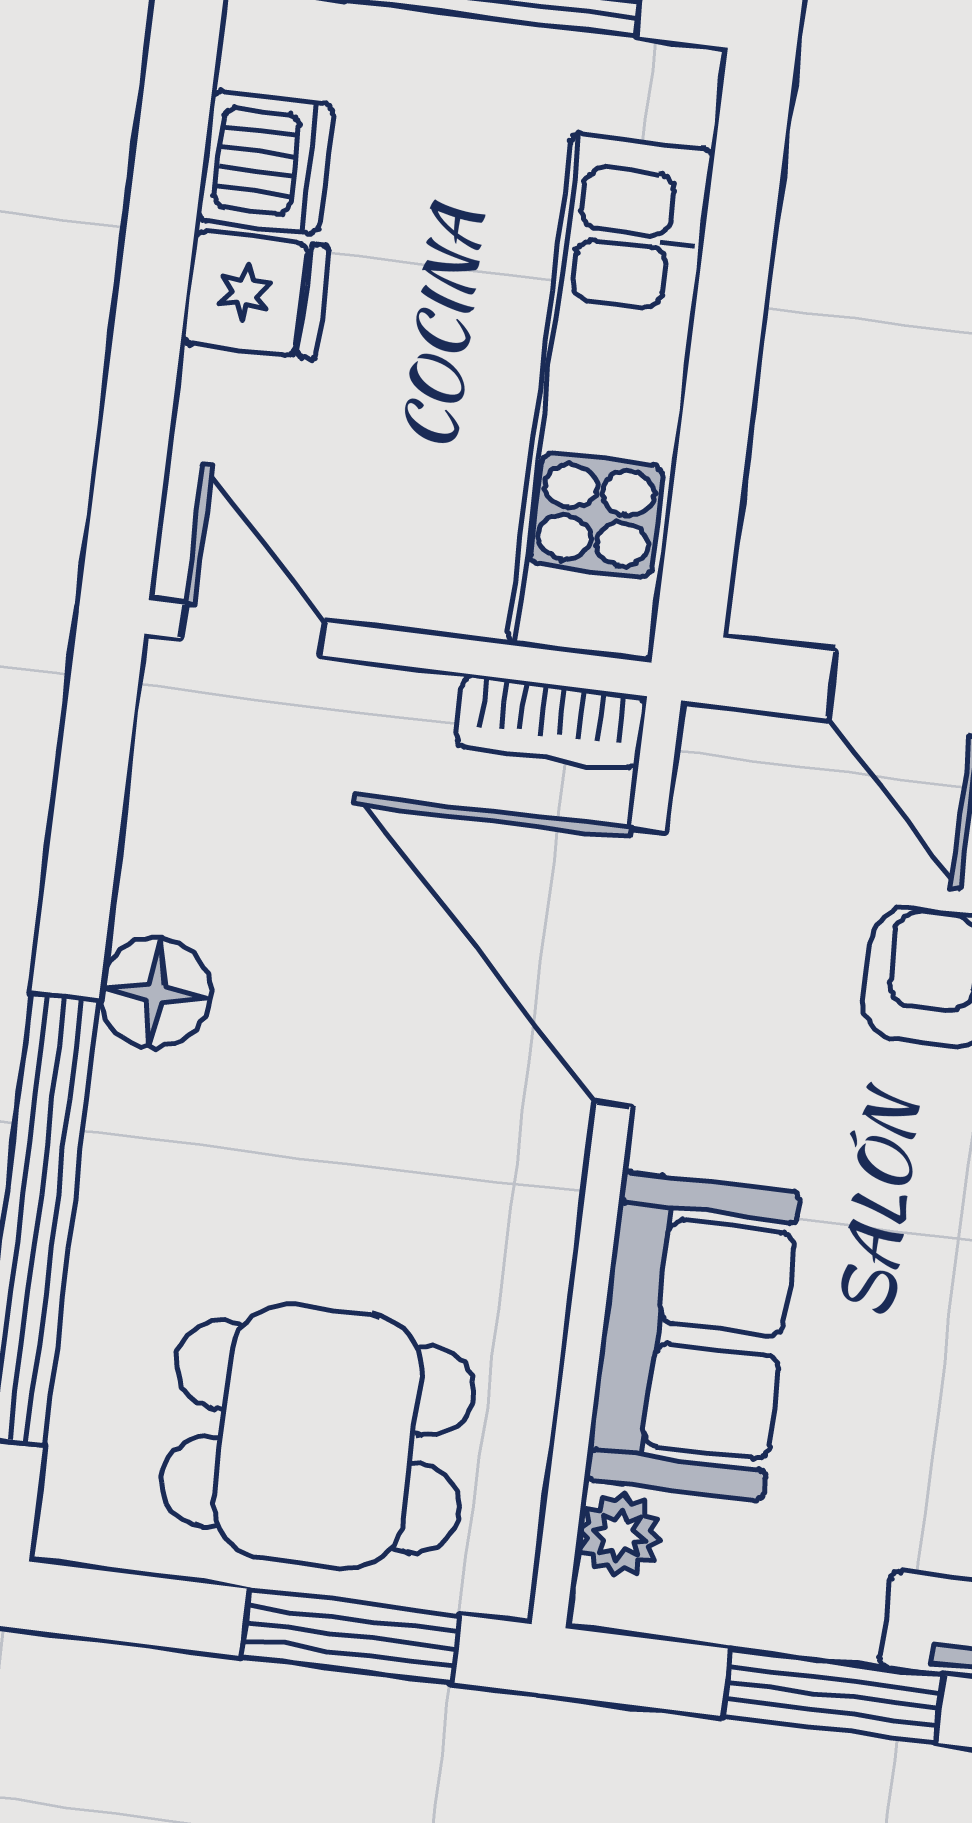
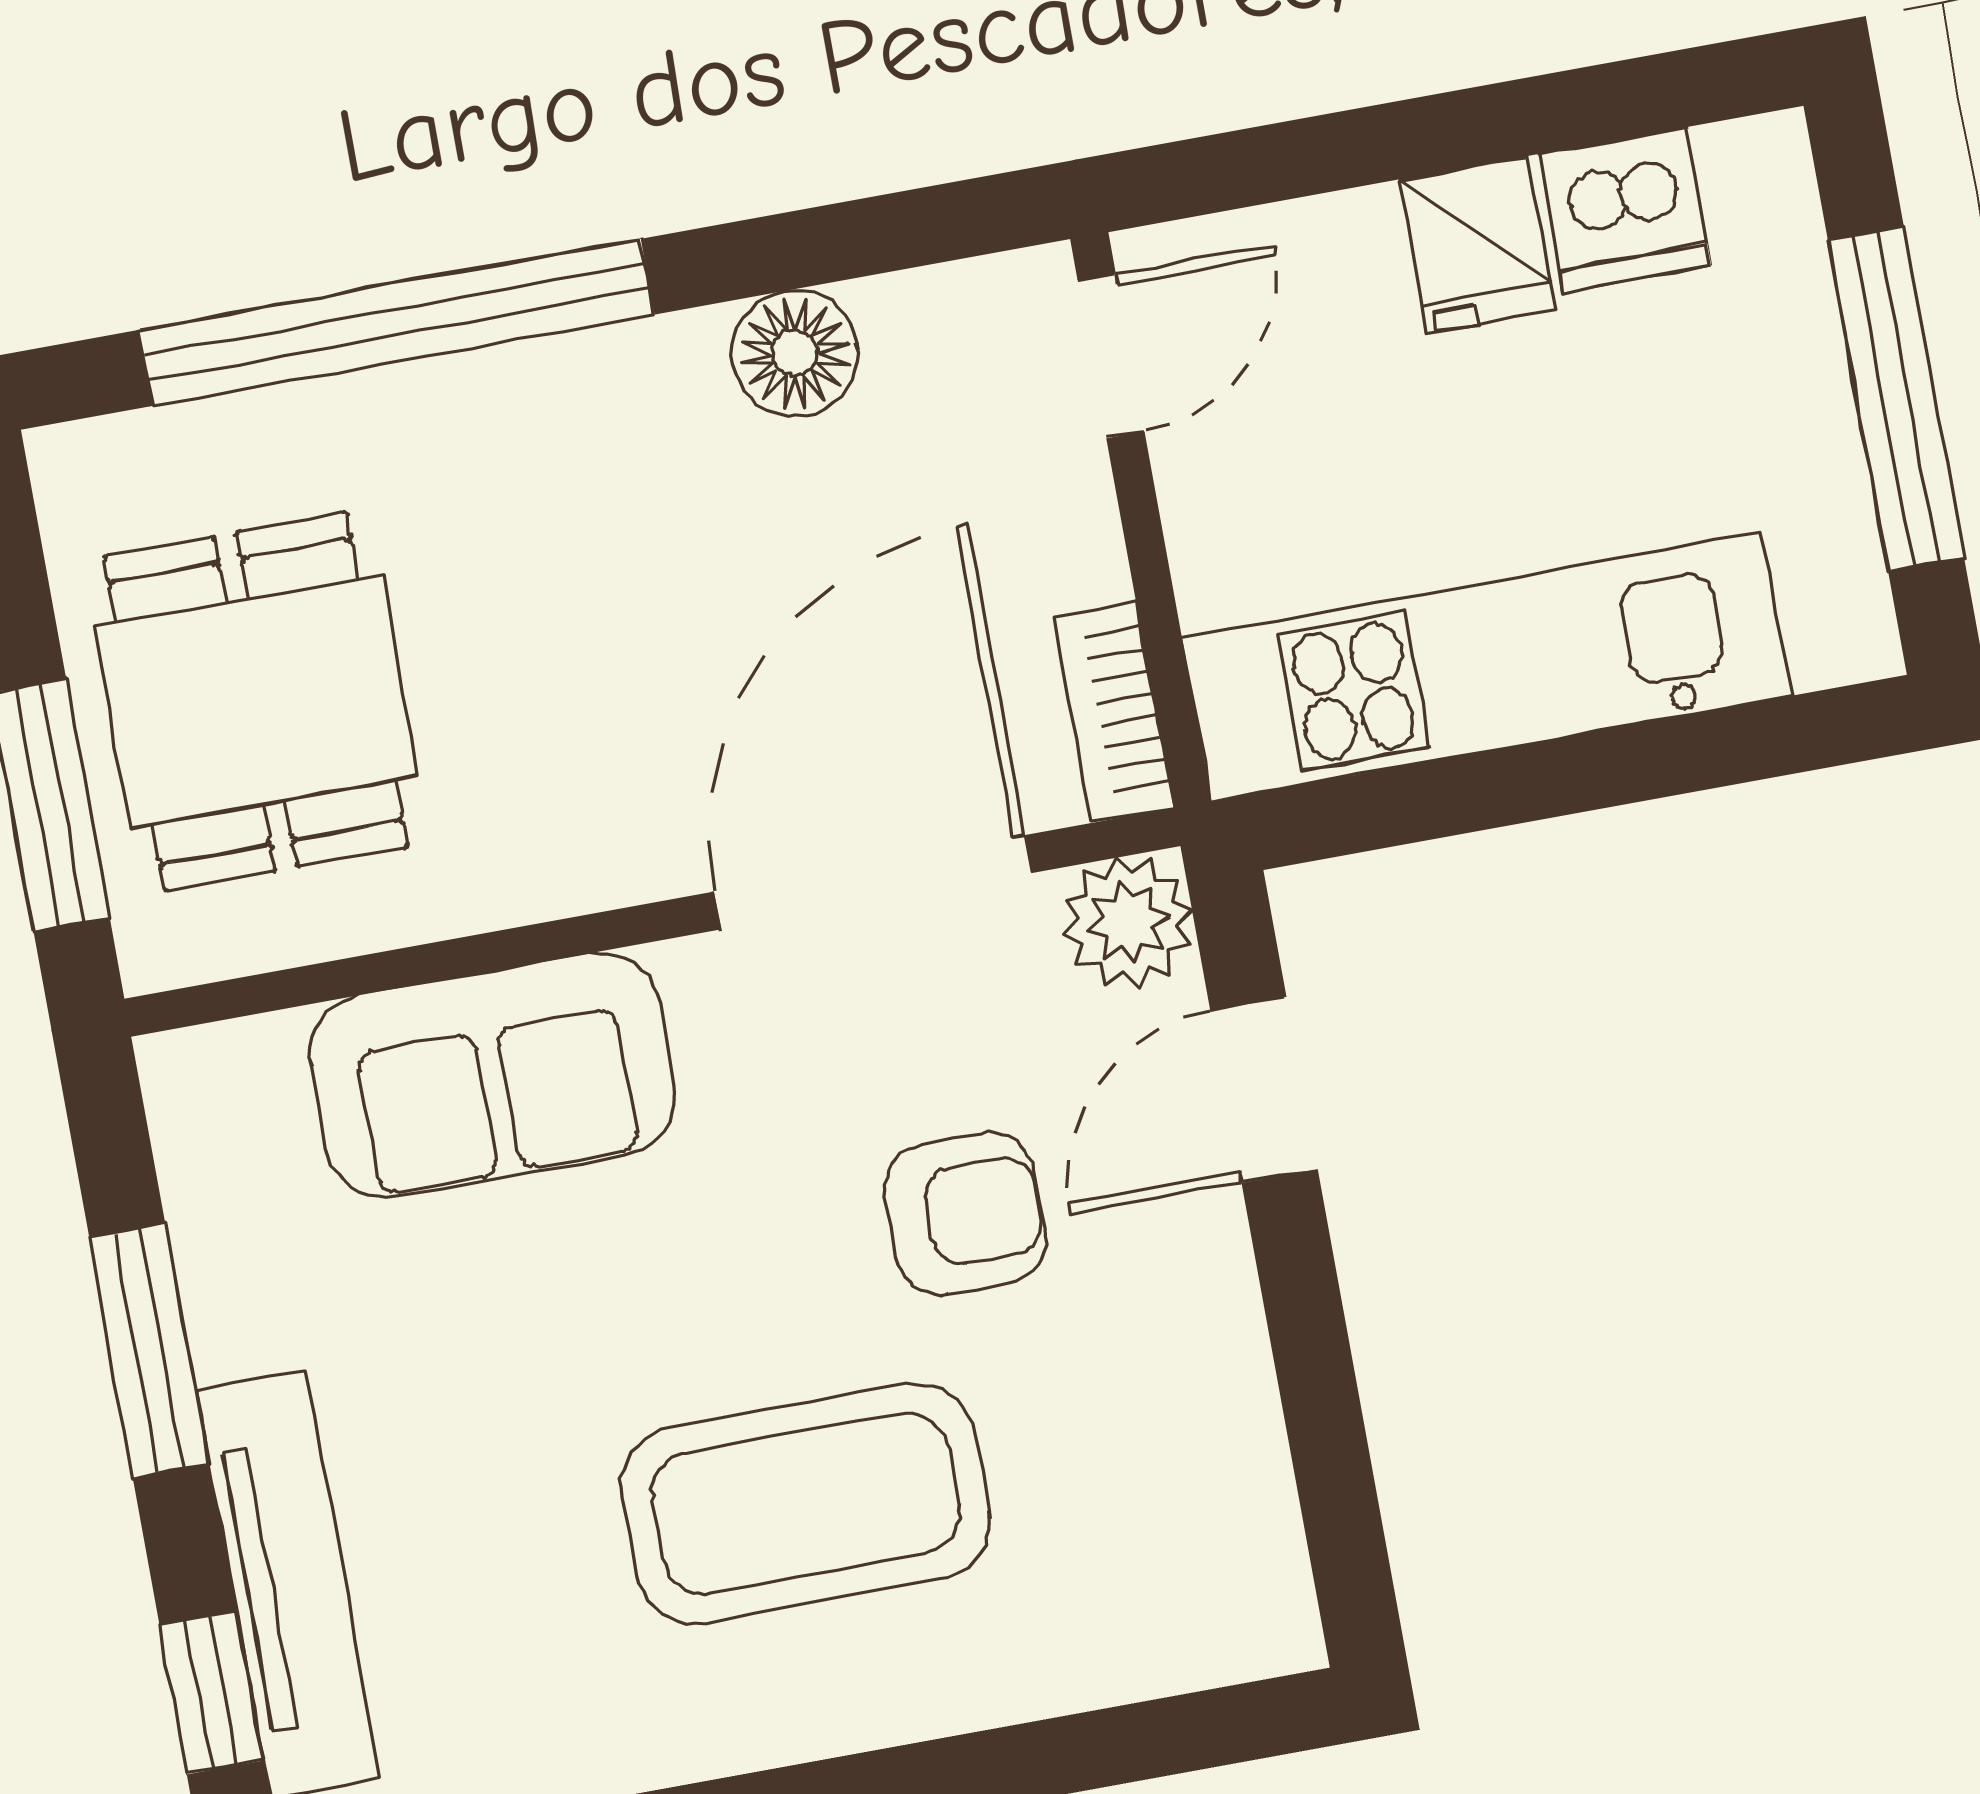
floor lamp: (155, 993) -> (795, 353), moved
plant: (619, 1535) -> (1128, 922), moved, width x1.38, depth x1.38

